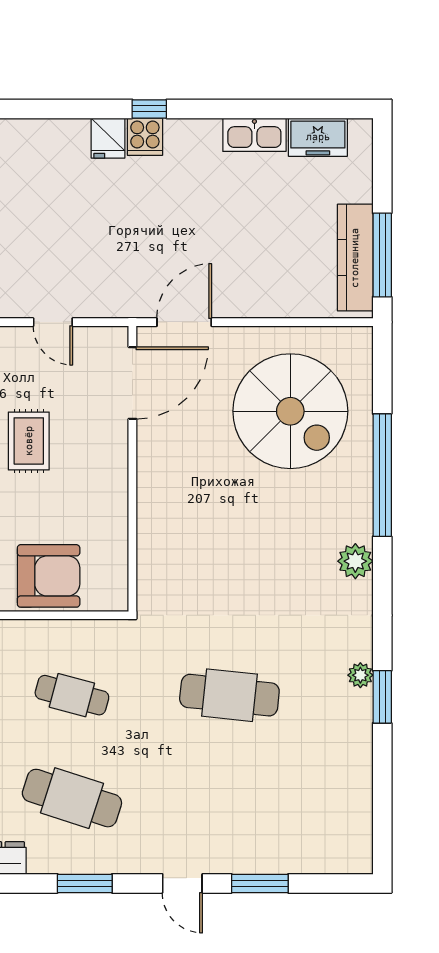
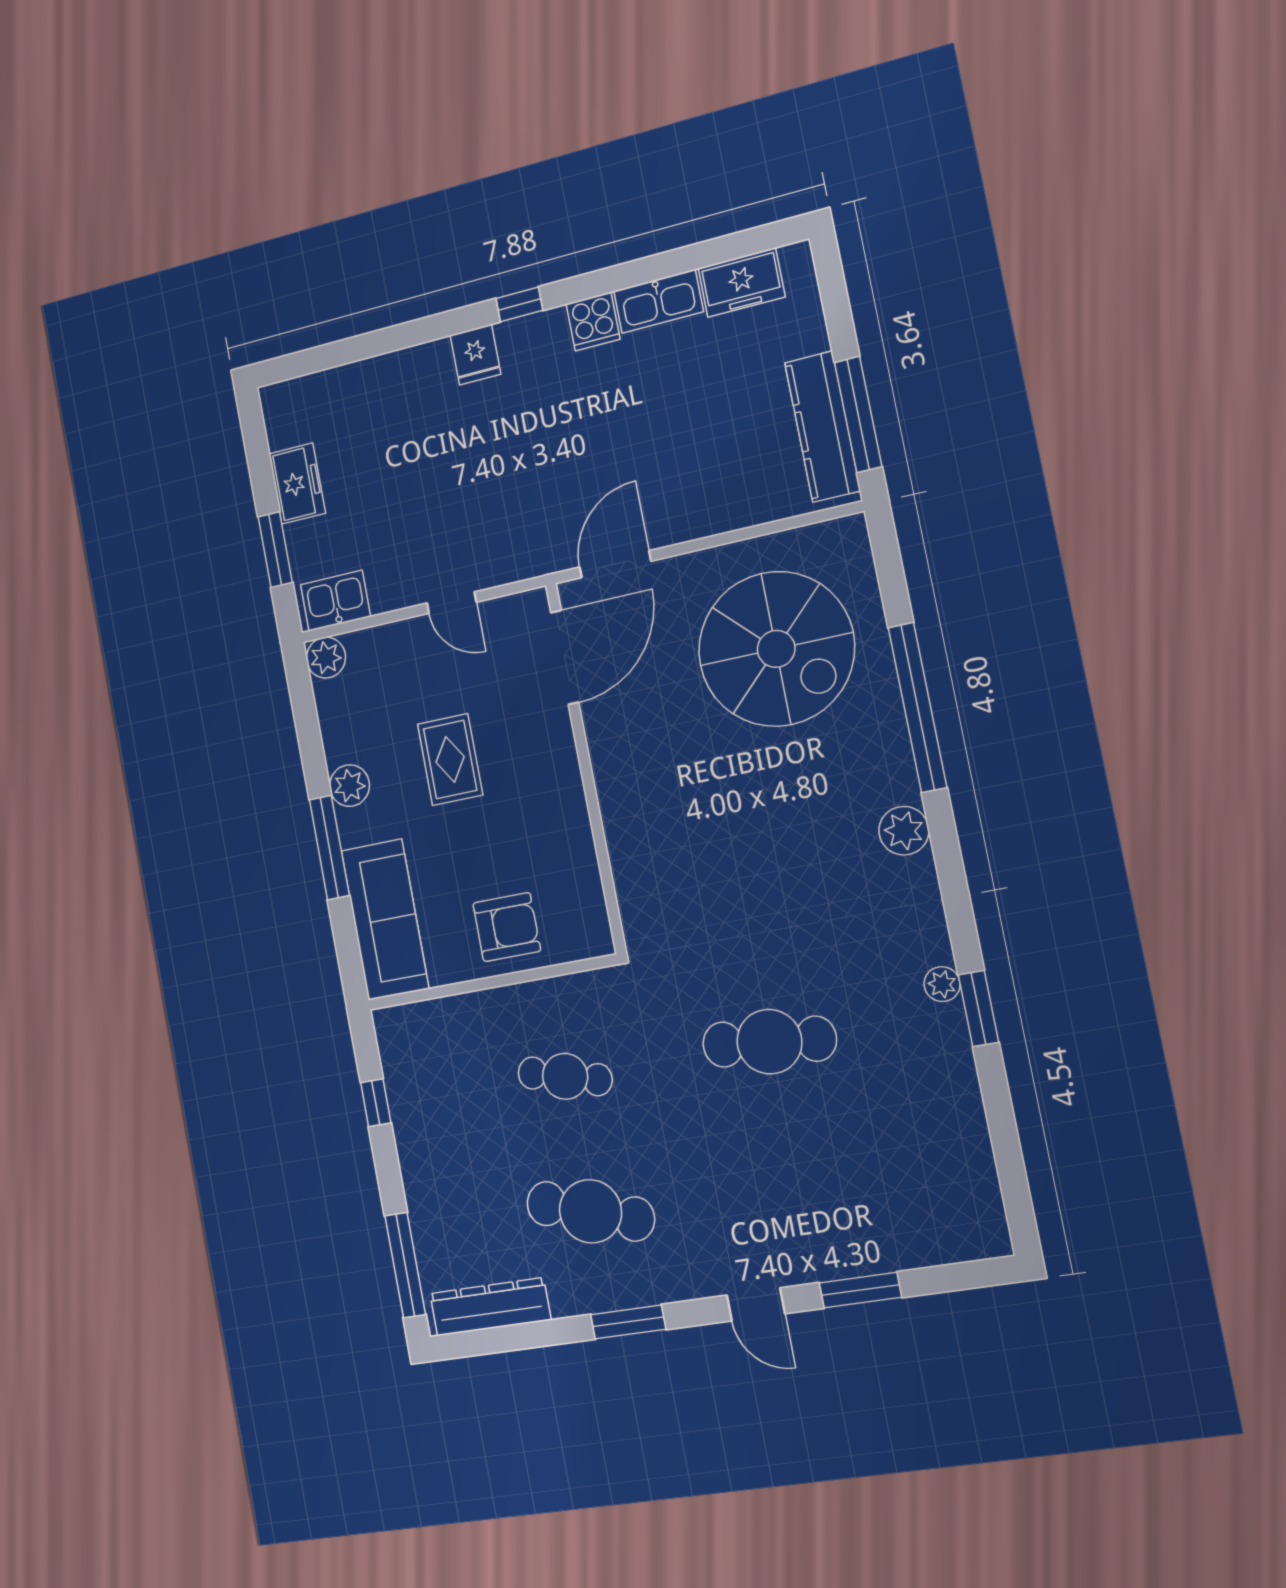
cooker: (145, 137) -> (593, 322), moved
armchair: (49, 576) -> (507, 927), width x0.73, depth x0.73

